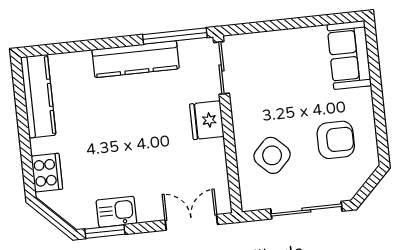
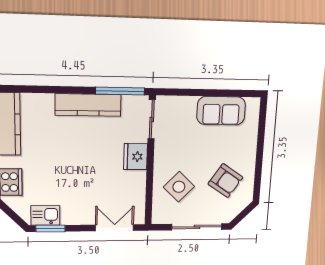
sofa: (349, 55) -> (221, 111), moved, turned -90
armchair: (336, 140) -> (225, 181), turned 34
kitchen sink: (116, 212) -> (45, 215), moved

